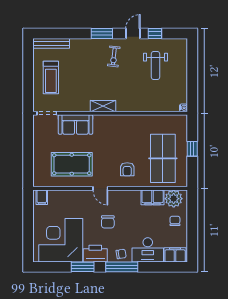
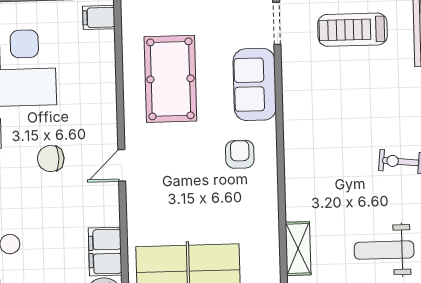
shelving: (103, 106) -> (298, 249), moved
armchair: (127, 169) -> (240, 154), moved, turned 90
door: (100, 188) -> (122, 165), moved

